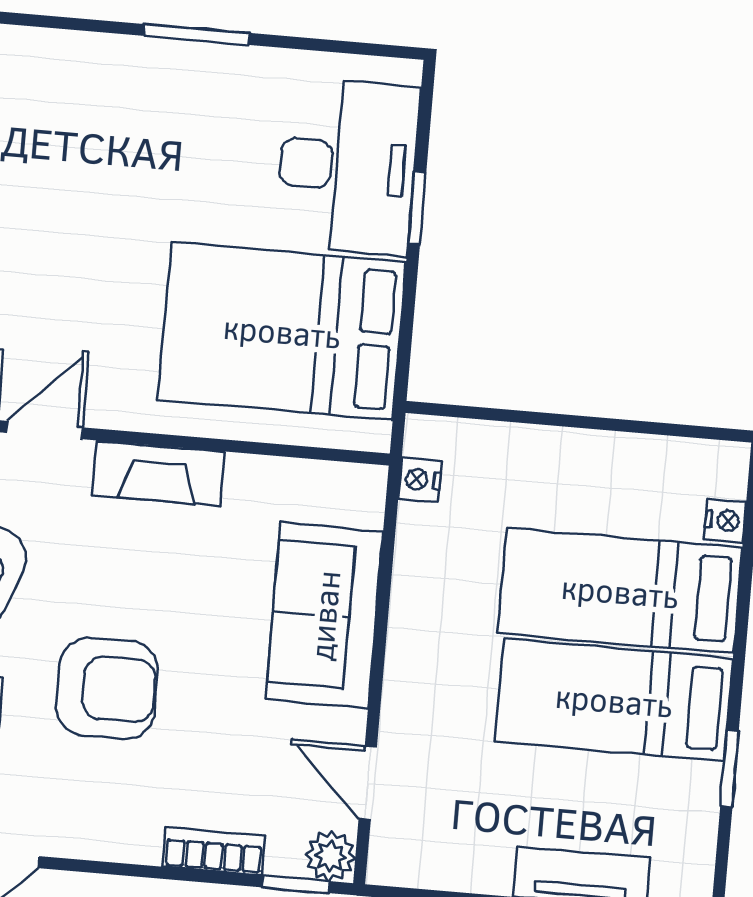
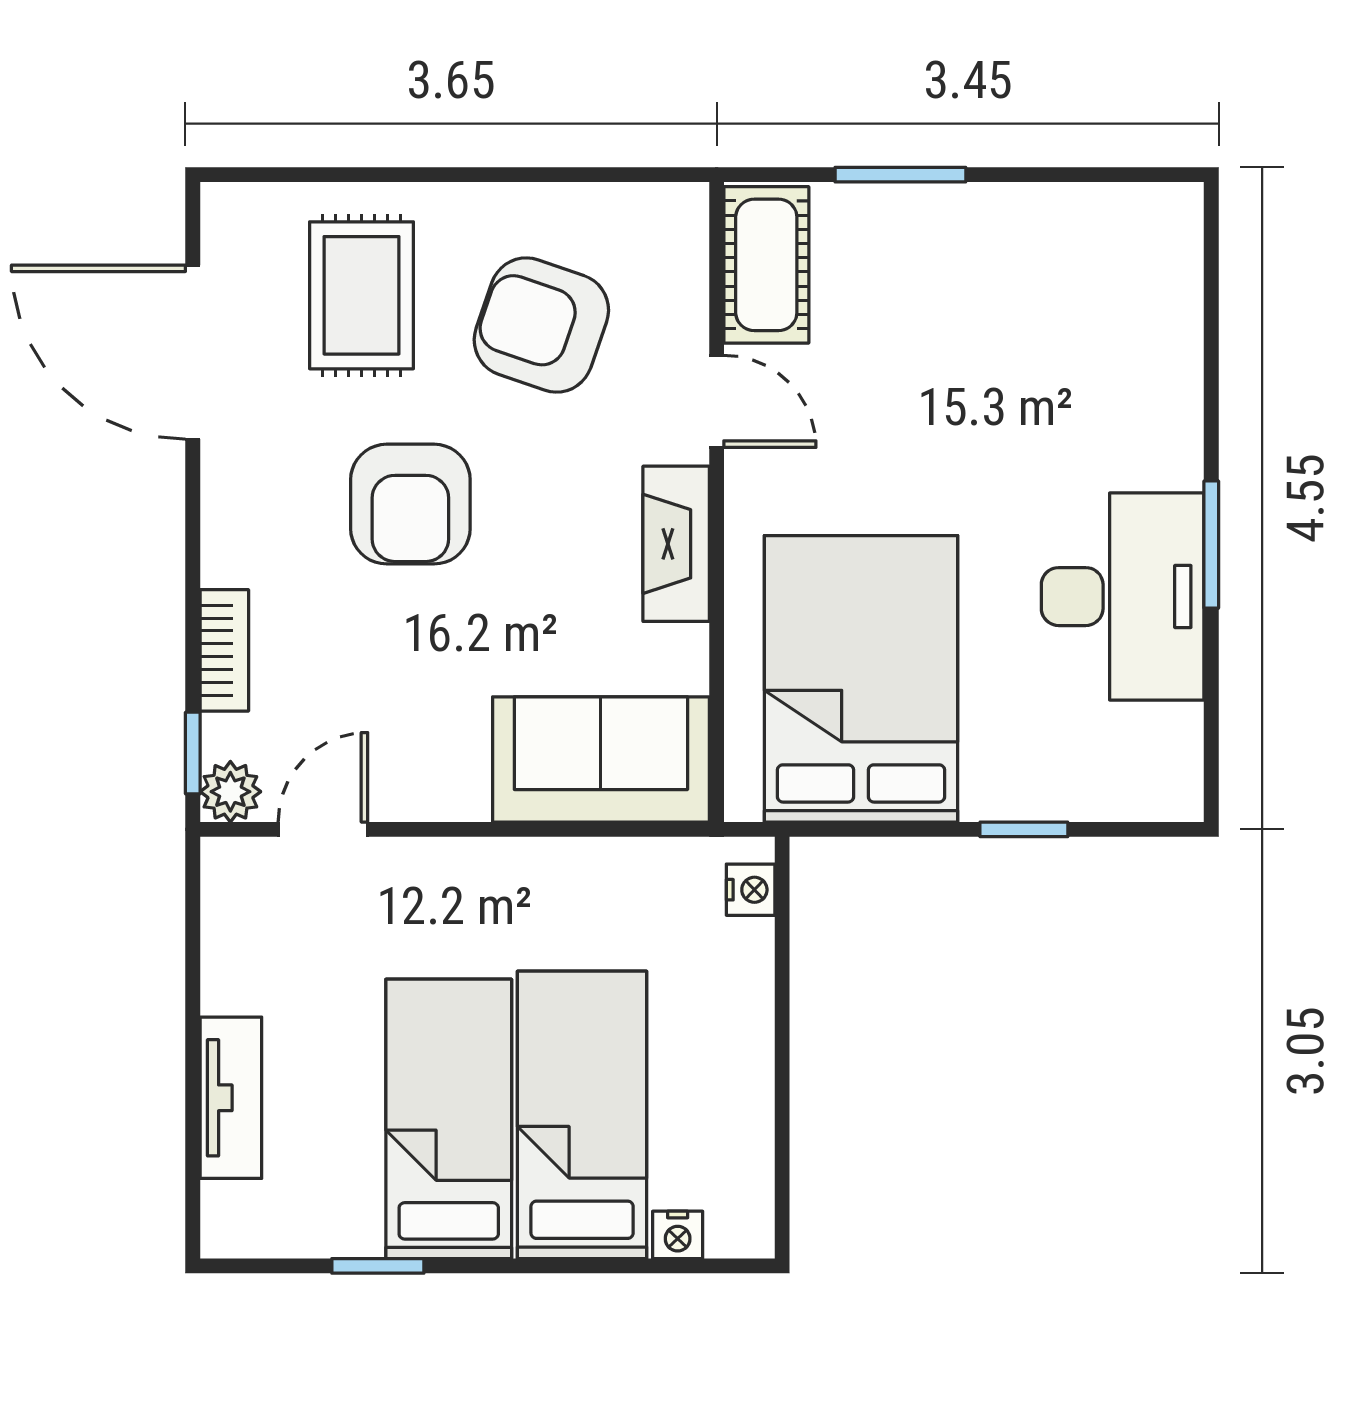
desk: (347, 166) -> (1123, 597), moved, turned -90
nightstand: (420, 480) -> (751, 890), moved, turned 90
sofa: (324, 615) -> (601, 759), moved

